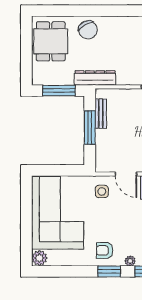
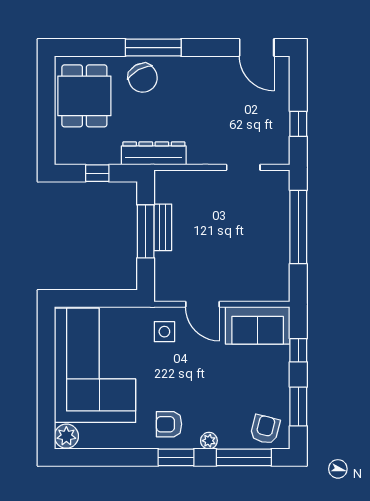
window: (95, 11) -> (153, 48), added
window: (59, 91) -> (97, 173), width x0.46
bench: (101, 114) -> (163, 227), moved

